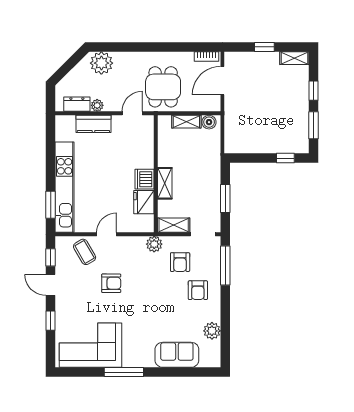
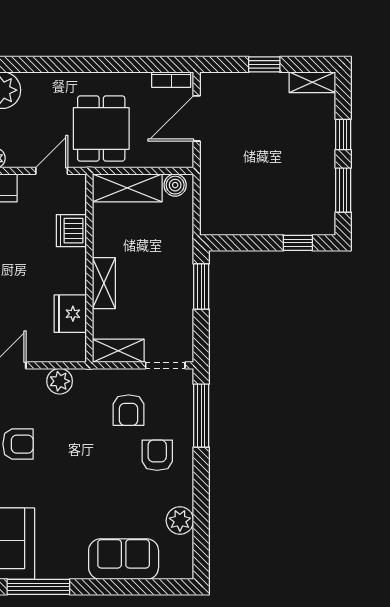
shelving: (186, 122) -> (127, 188), width x1.50, depth x1.33
dishwasher: (144, 179) -> (71, 231), moved
window: (225, 198) -> (201, 286), moved
plant: (154, 244) -> (60, 381), moved
armchair: (198, 290) -> (157, 455), turned 180

